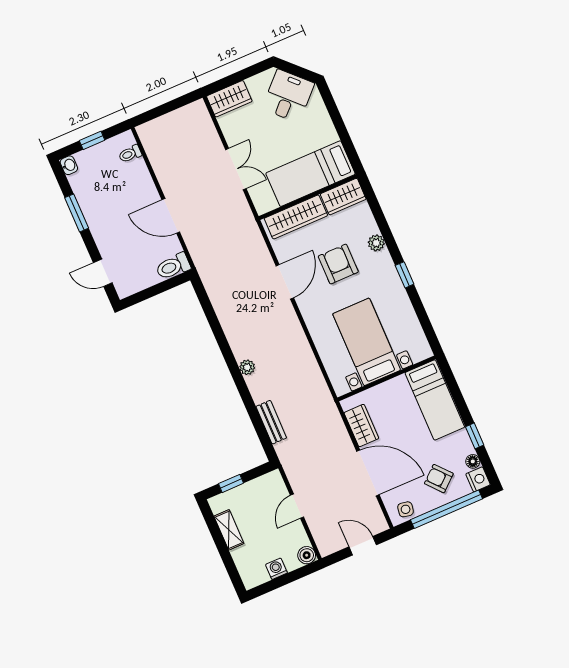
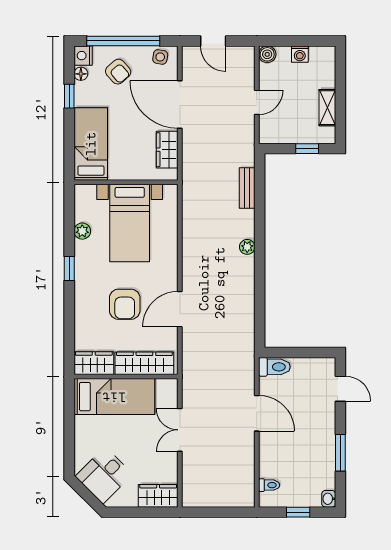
plant: (376, 243) -> (82, 231), moved

